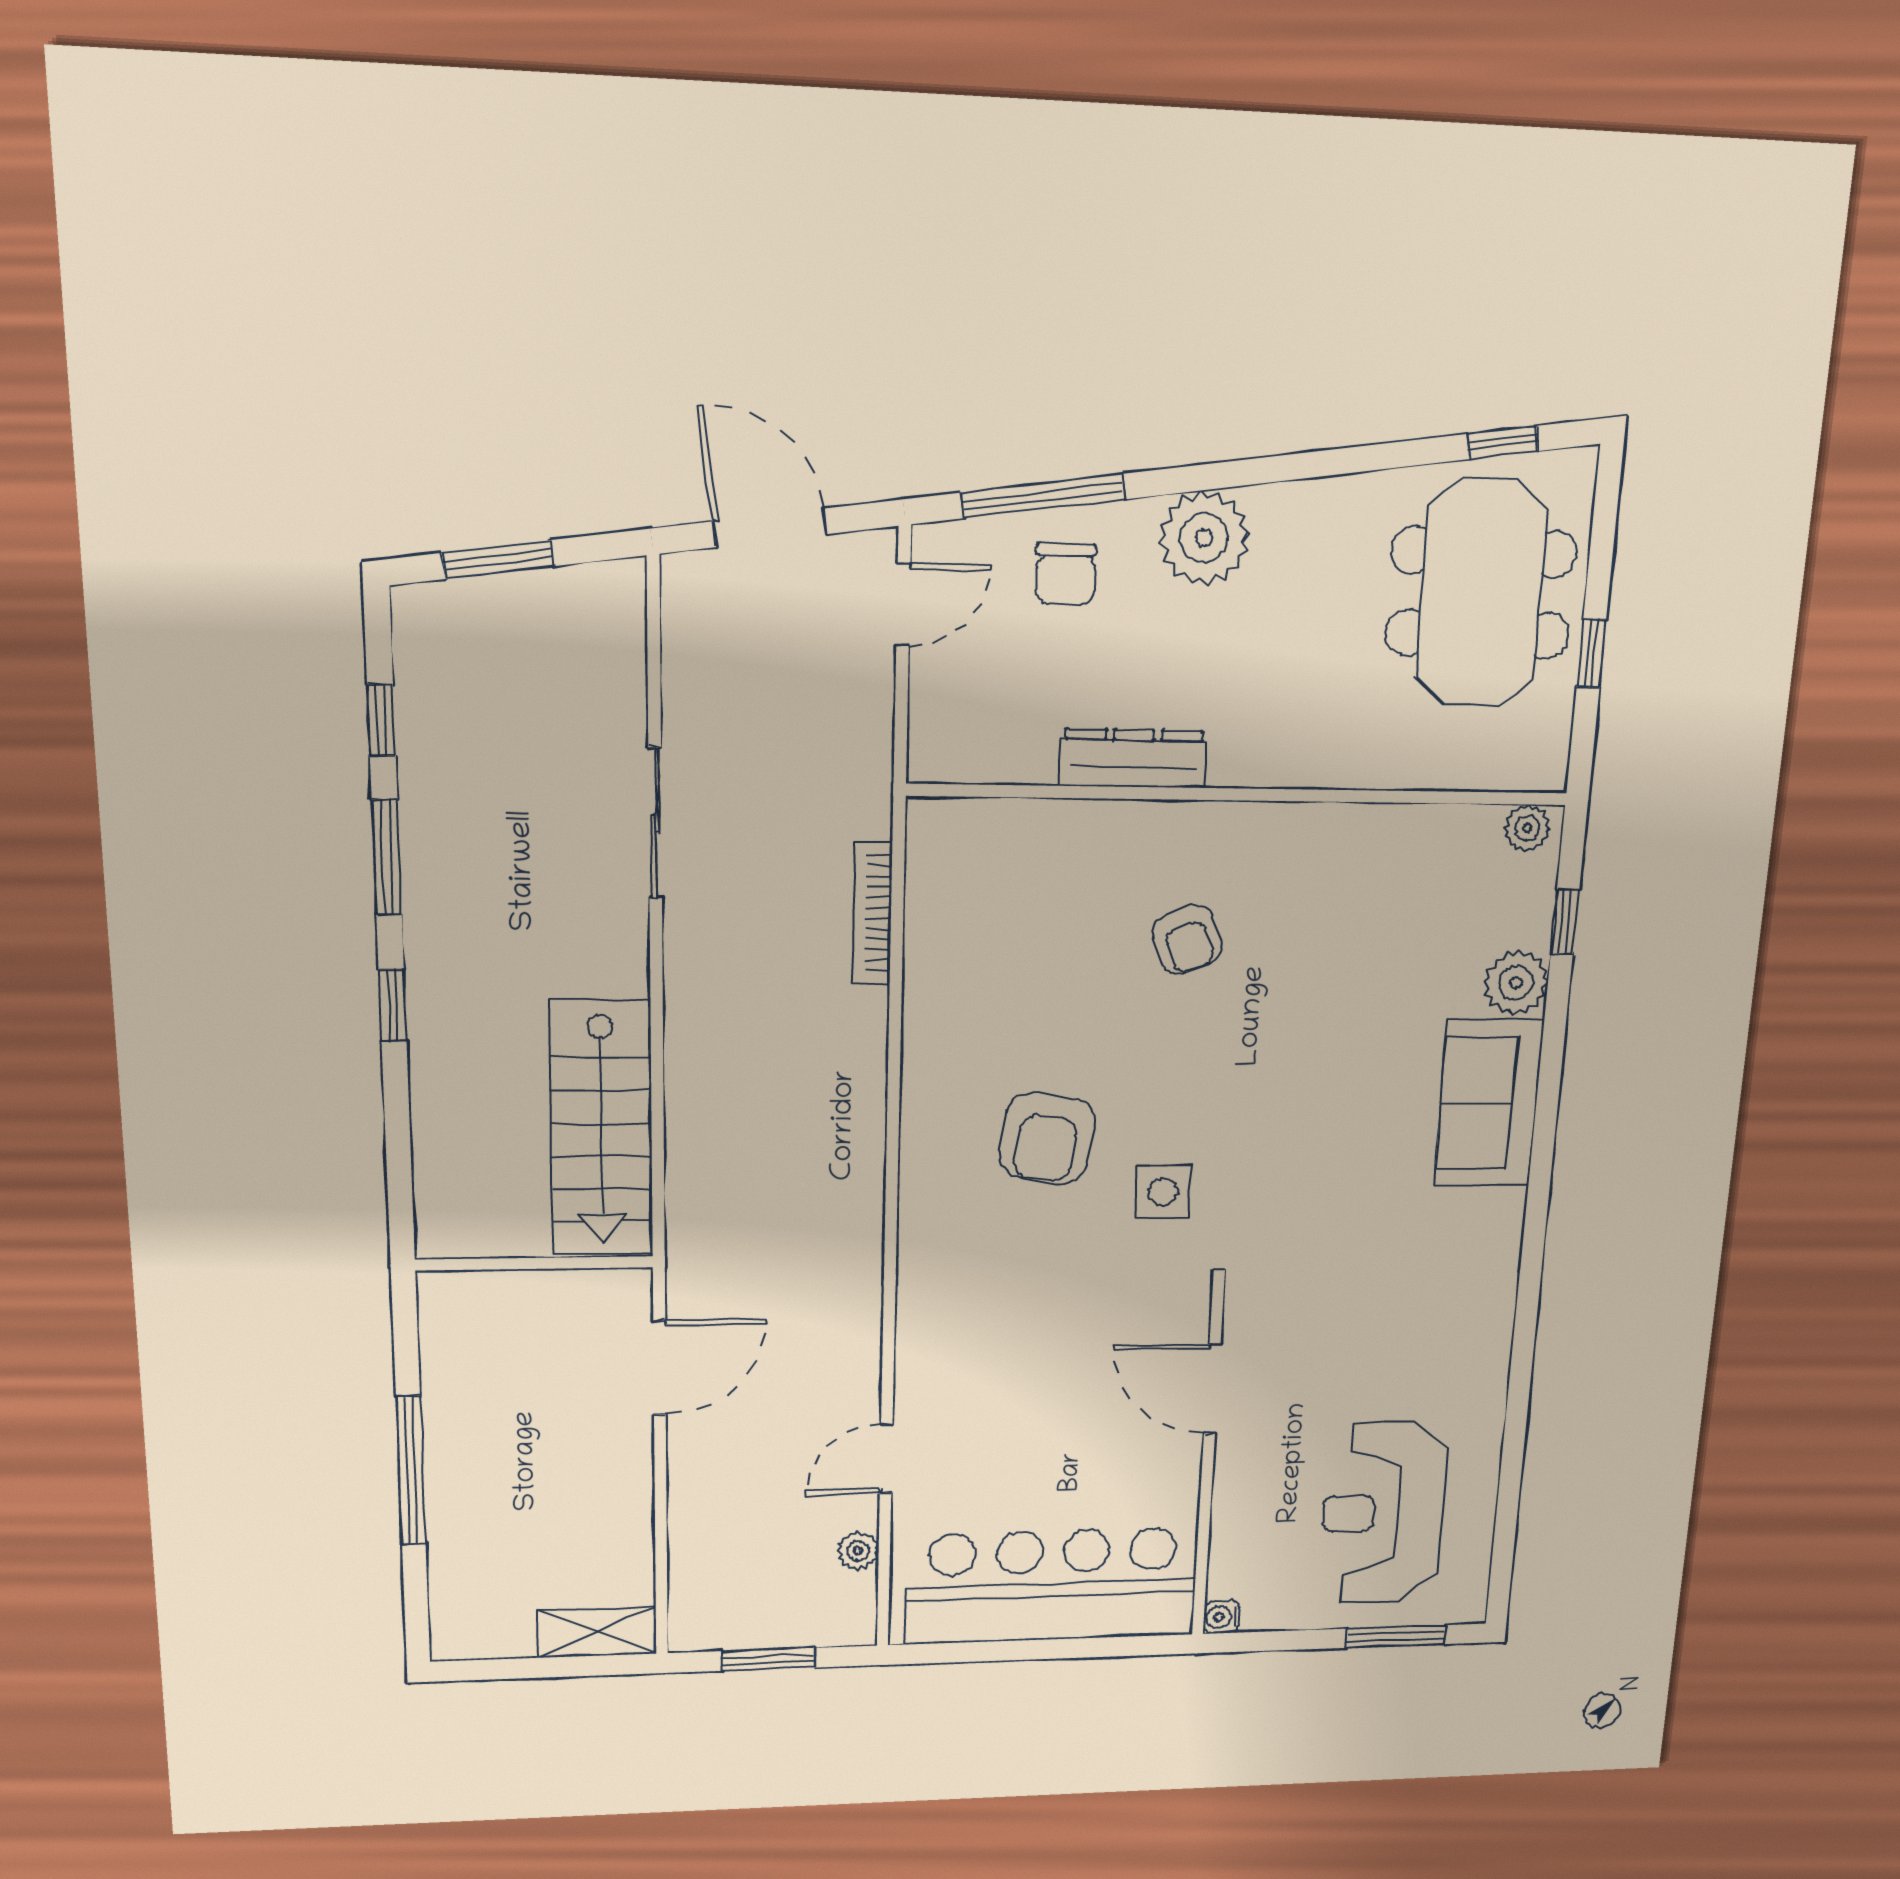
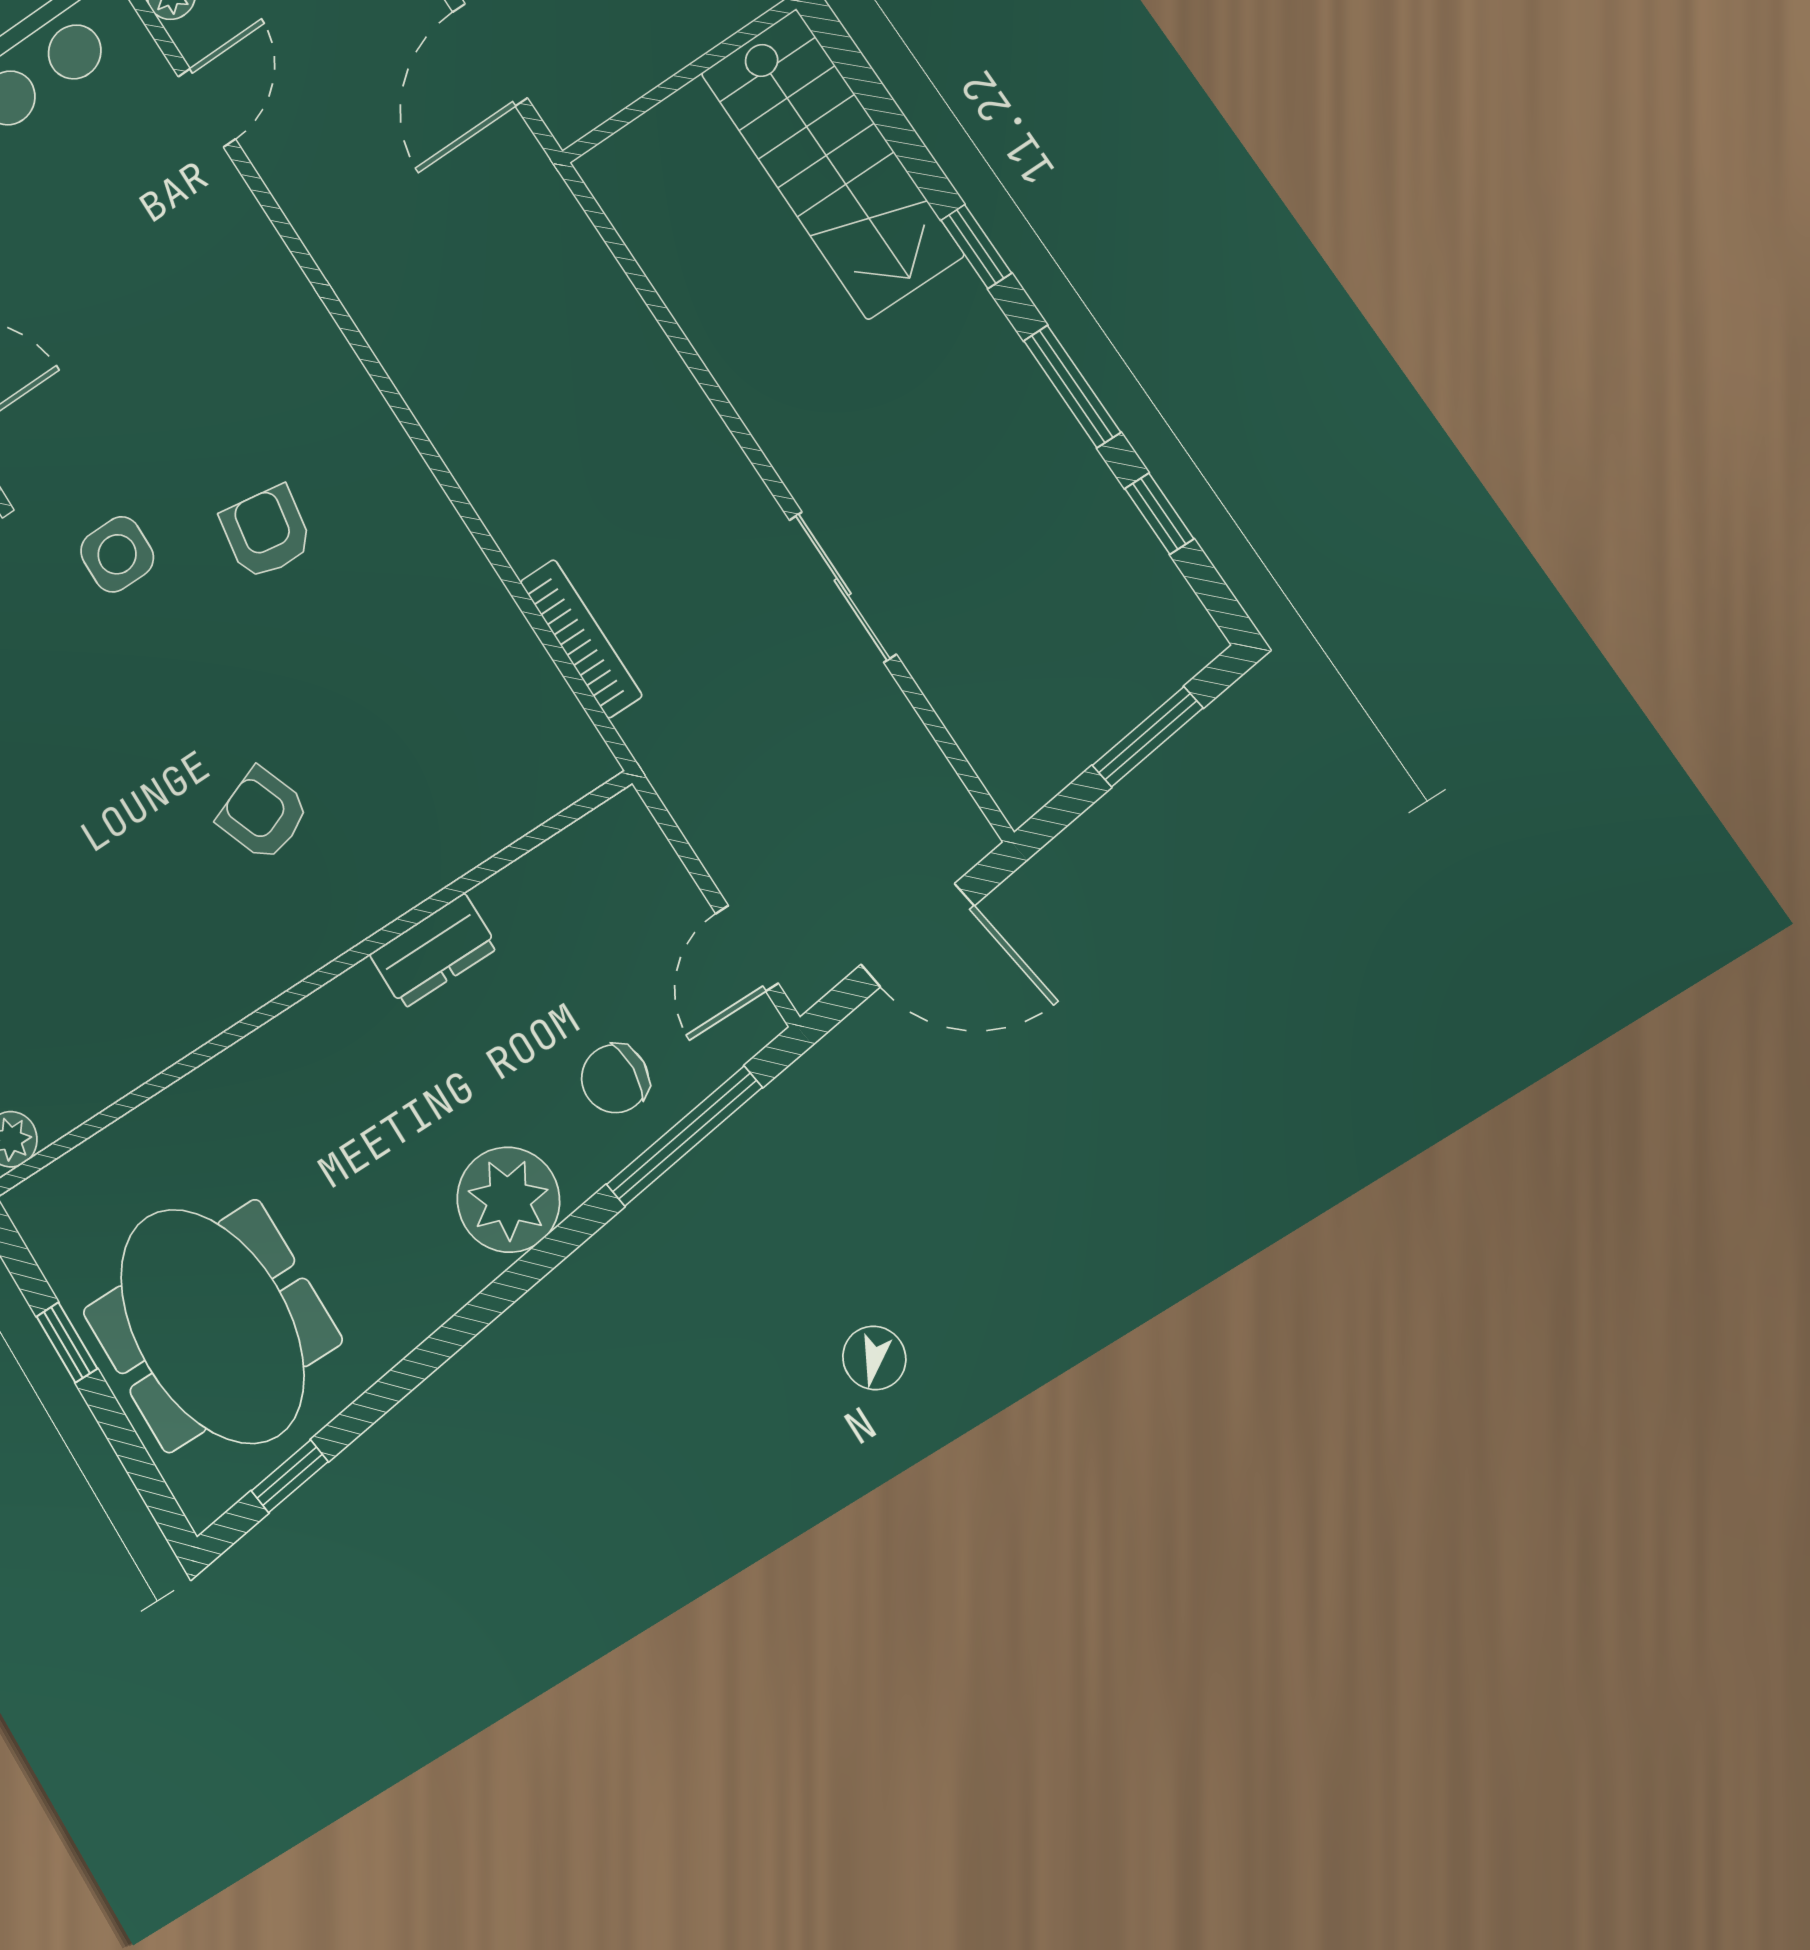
chair: (1065, 574) -> (615, 1079), turned -87
dresser: (1133, 758) -> (434, 951), width x0.70
stairs: (601, 1129) -> (832, 164), moved, turned 180
armchair: (1047, 1138) -> (266, 532), width x0.72, depth x0.72

